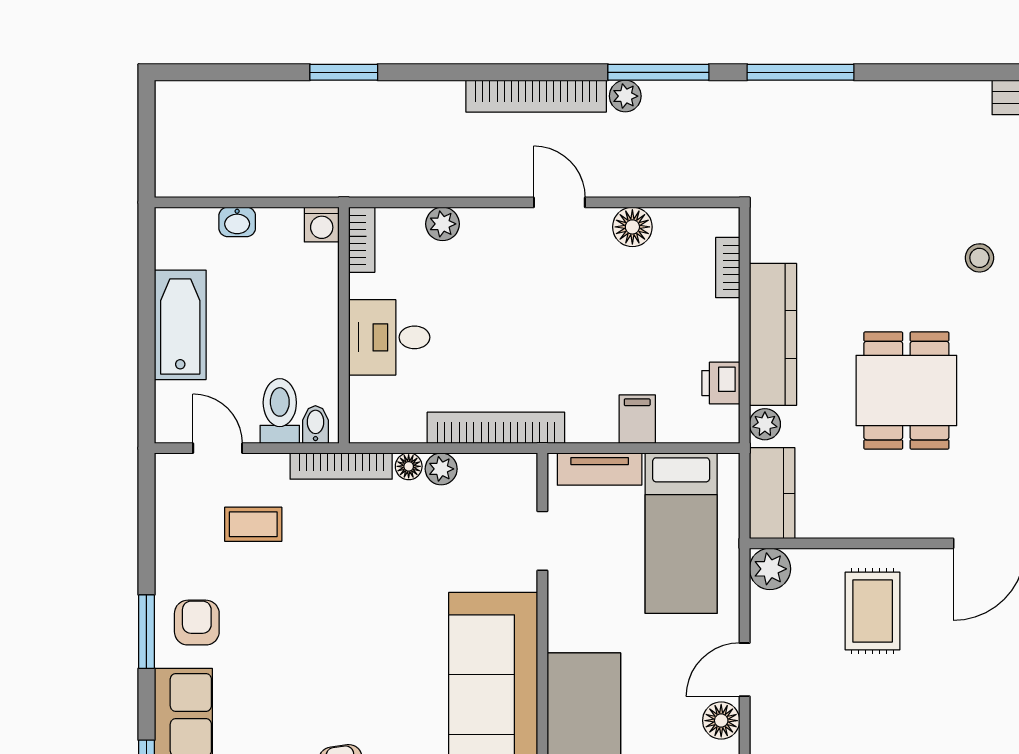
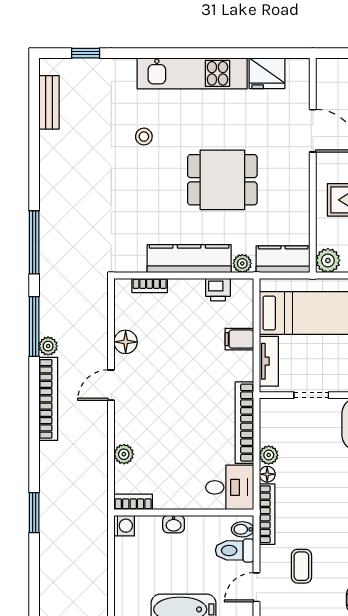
washbasin: (237, 222) -> (174, 524), moved, turned 90
desk: (389, 337) -> (230, 487), moved, turned -90

